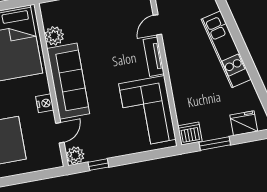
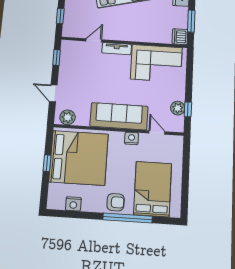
door: (157, 25) -> (94, 40), swing flipped
plant: (54, 36) -> (68, 117), moved
plant: (75, 155) -> (178, 108), moved

